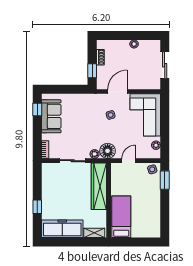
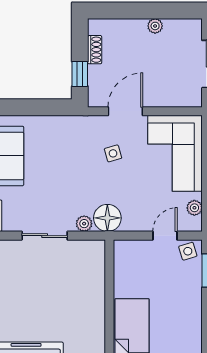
door: (129, 161) -> (165, 236), moved
wardrobe: (99, 186) -> (92, 282), removed

